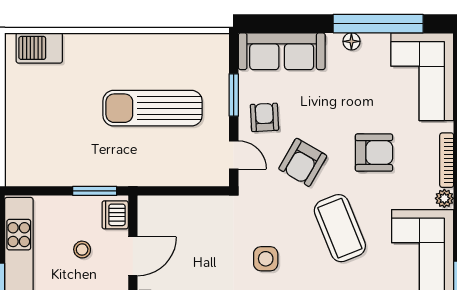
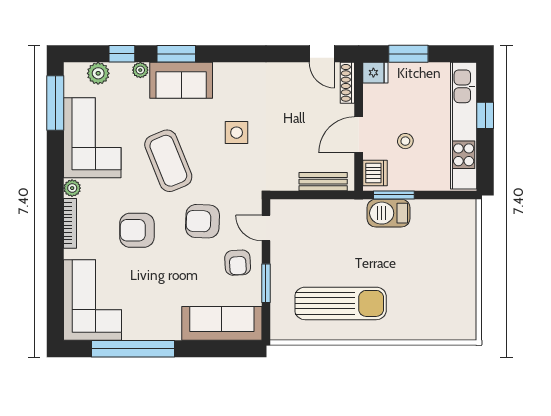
floor lamp: (351, 41) -> (158, 333), removed
barbecue: (39, 48) -> (388, 213), moved, turned 180
sun lounger: (153, 108) -> (341, 303), moved
armchair: (303, 162) -> (202, 221), turned -118
bench: (172, 205) -> (323, 182), added

